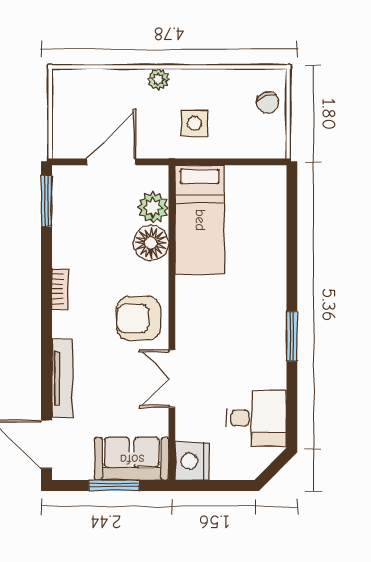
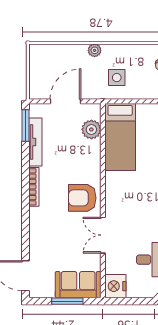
floor lamp: (151, 243) -> (90, 151), removed
bookcase: (60, 289) -> (34, 187), width x1.56
tv unit: (62, 378) -> (35, 142), moved

